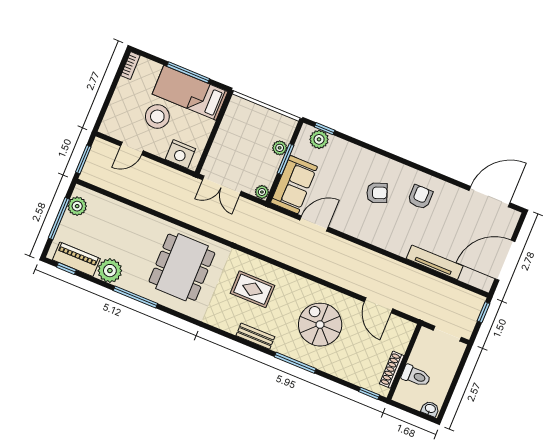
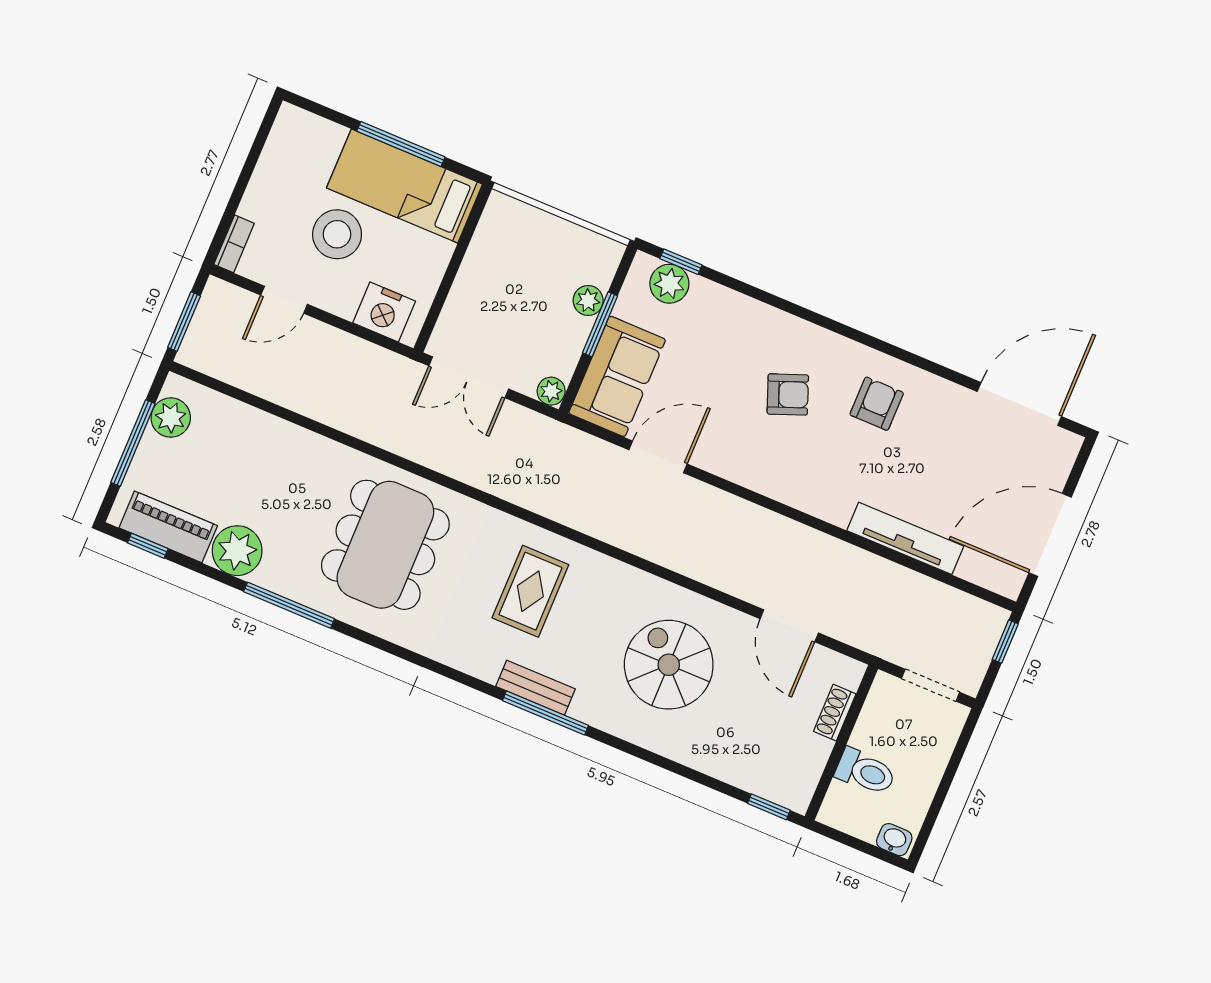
bookcase: (130, 65) -> (234, 244), moved
rug: (253, 289) -> (530, 591), turned 90
window: (295, 363) -> (546, 713), moved
shoe rack: (392, 370) -> (835, 713), moved, width x0.70

